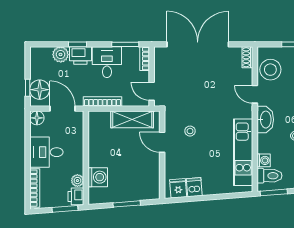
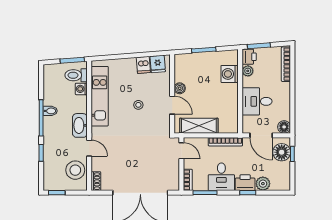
stool: (190, 131) -> (138, 105), moved
desk: (46, 152) -> (257, 101), moved, turned 180
boiler: (154, 161) -> (180, 88), added

